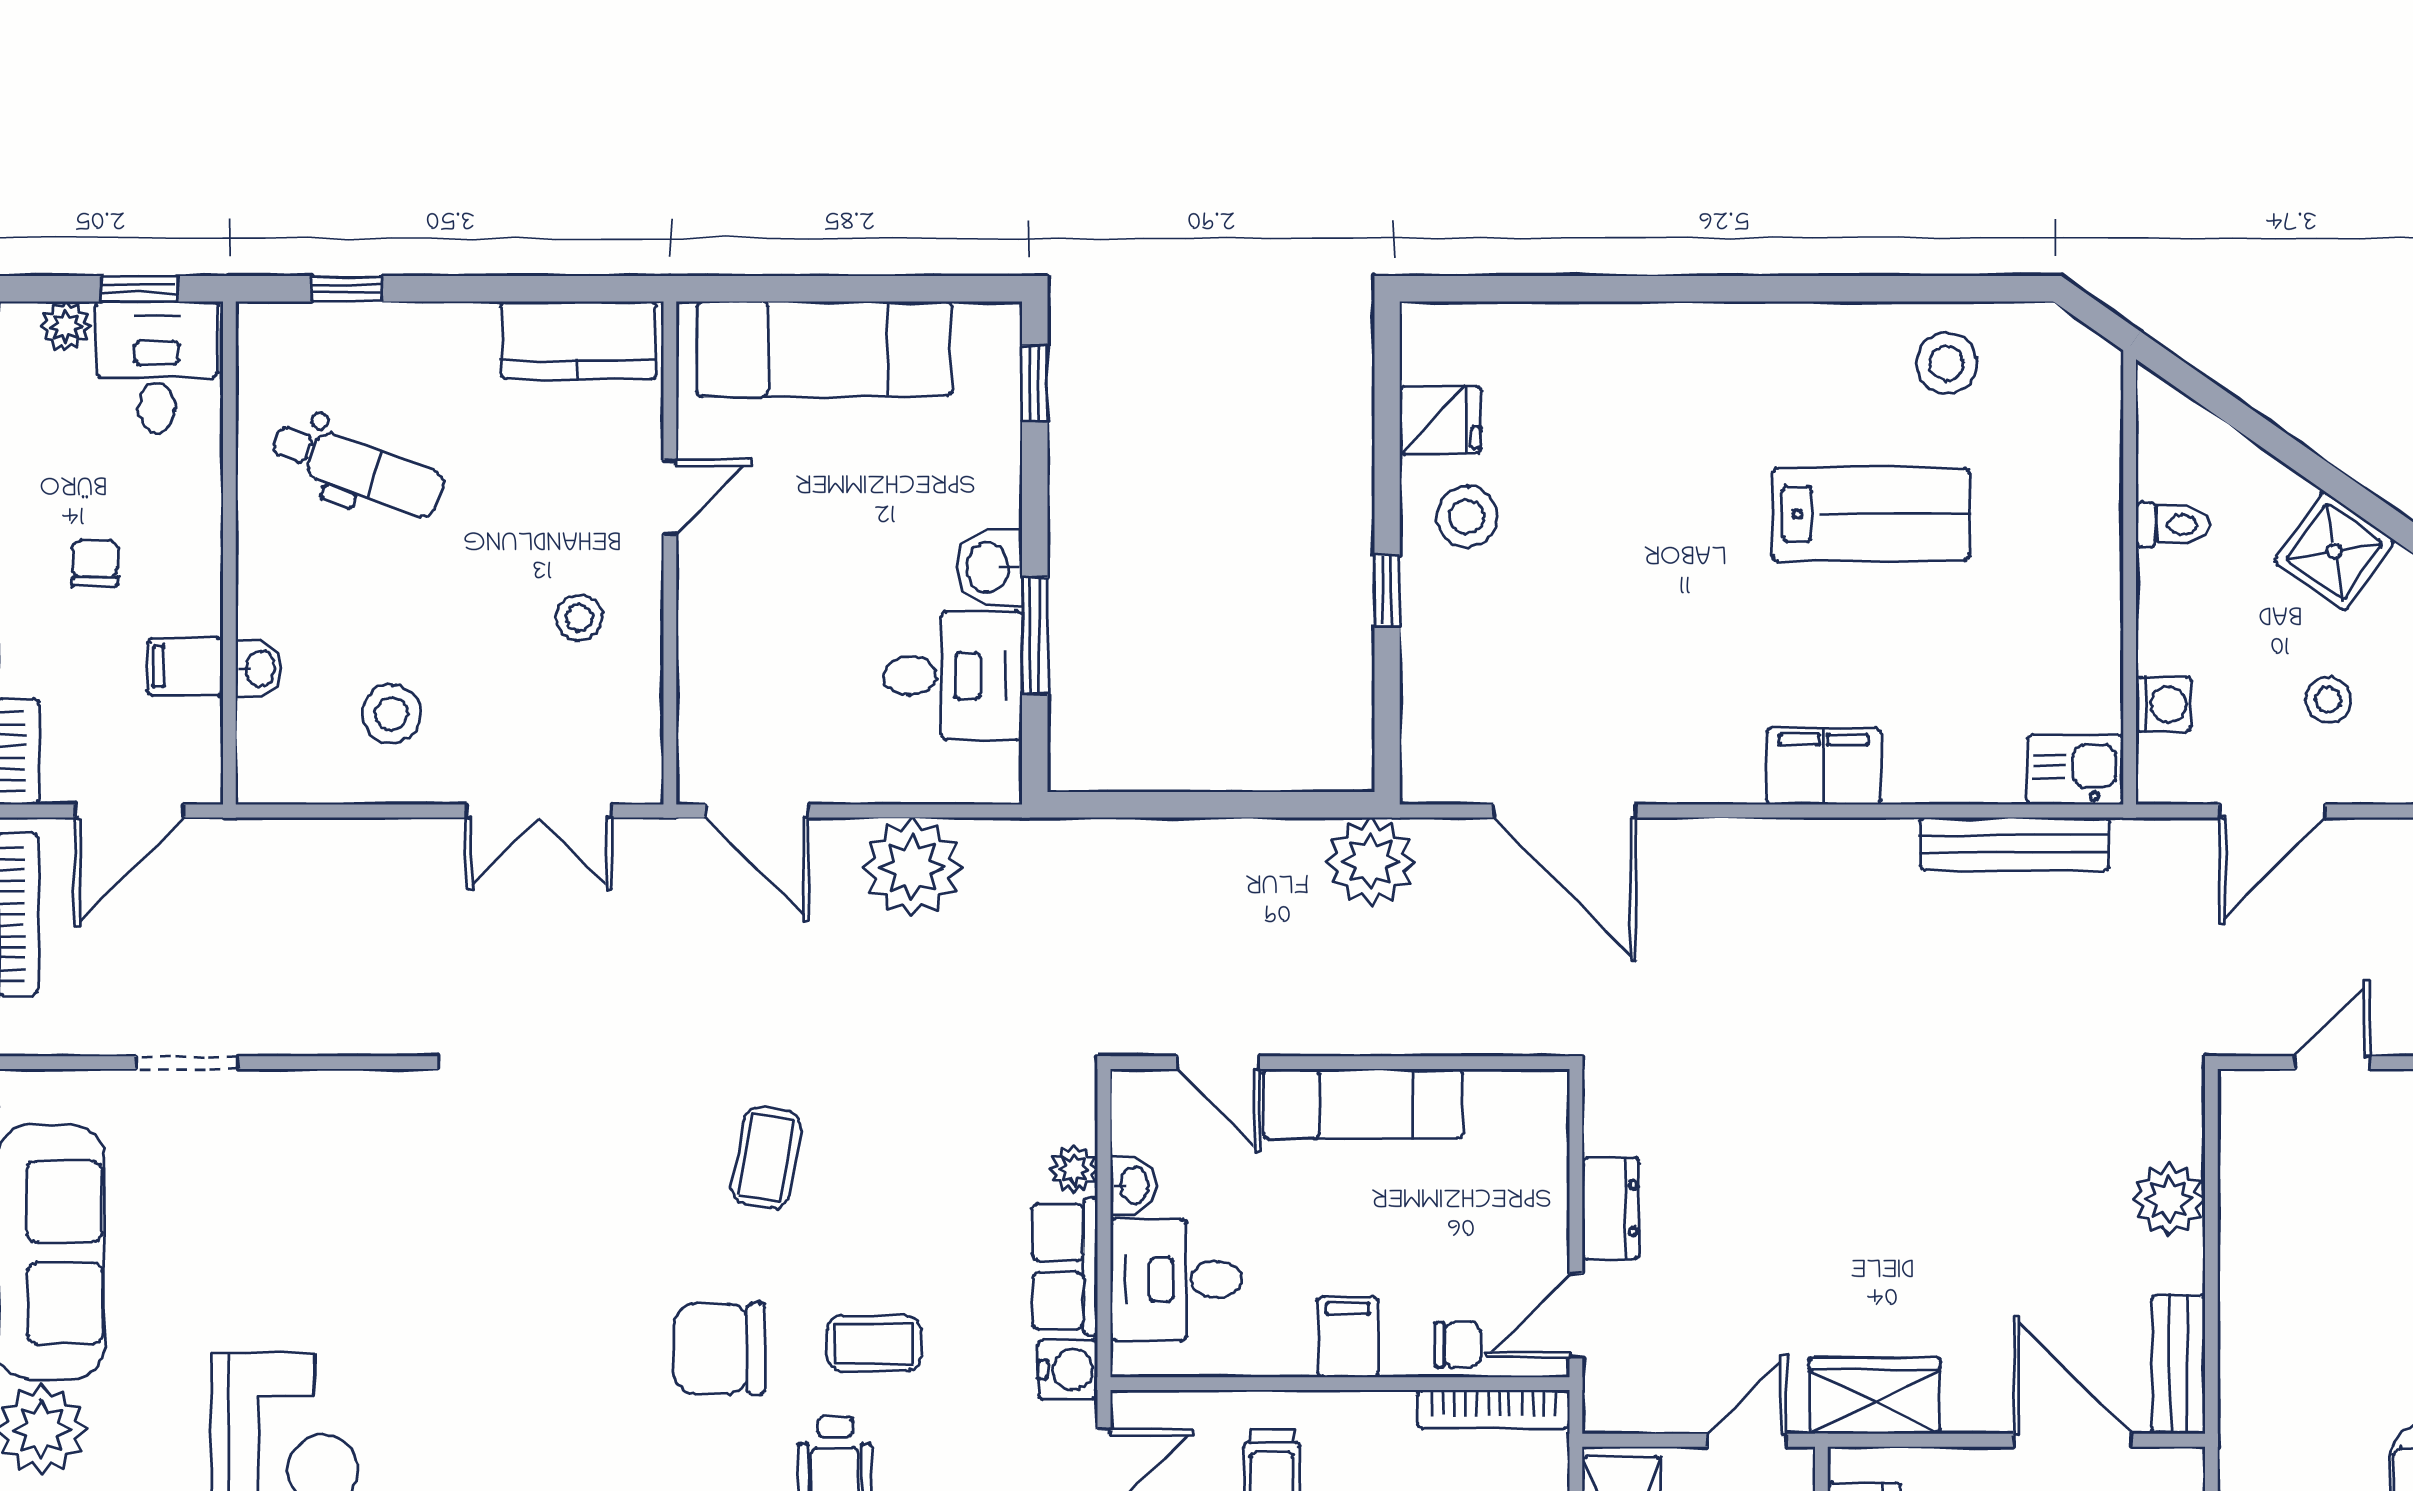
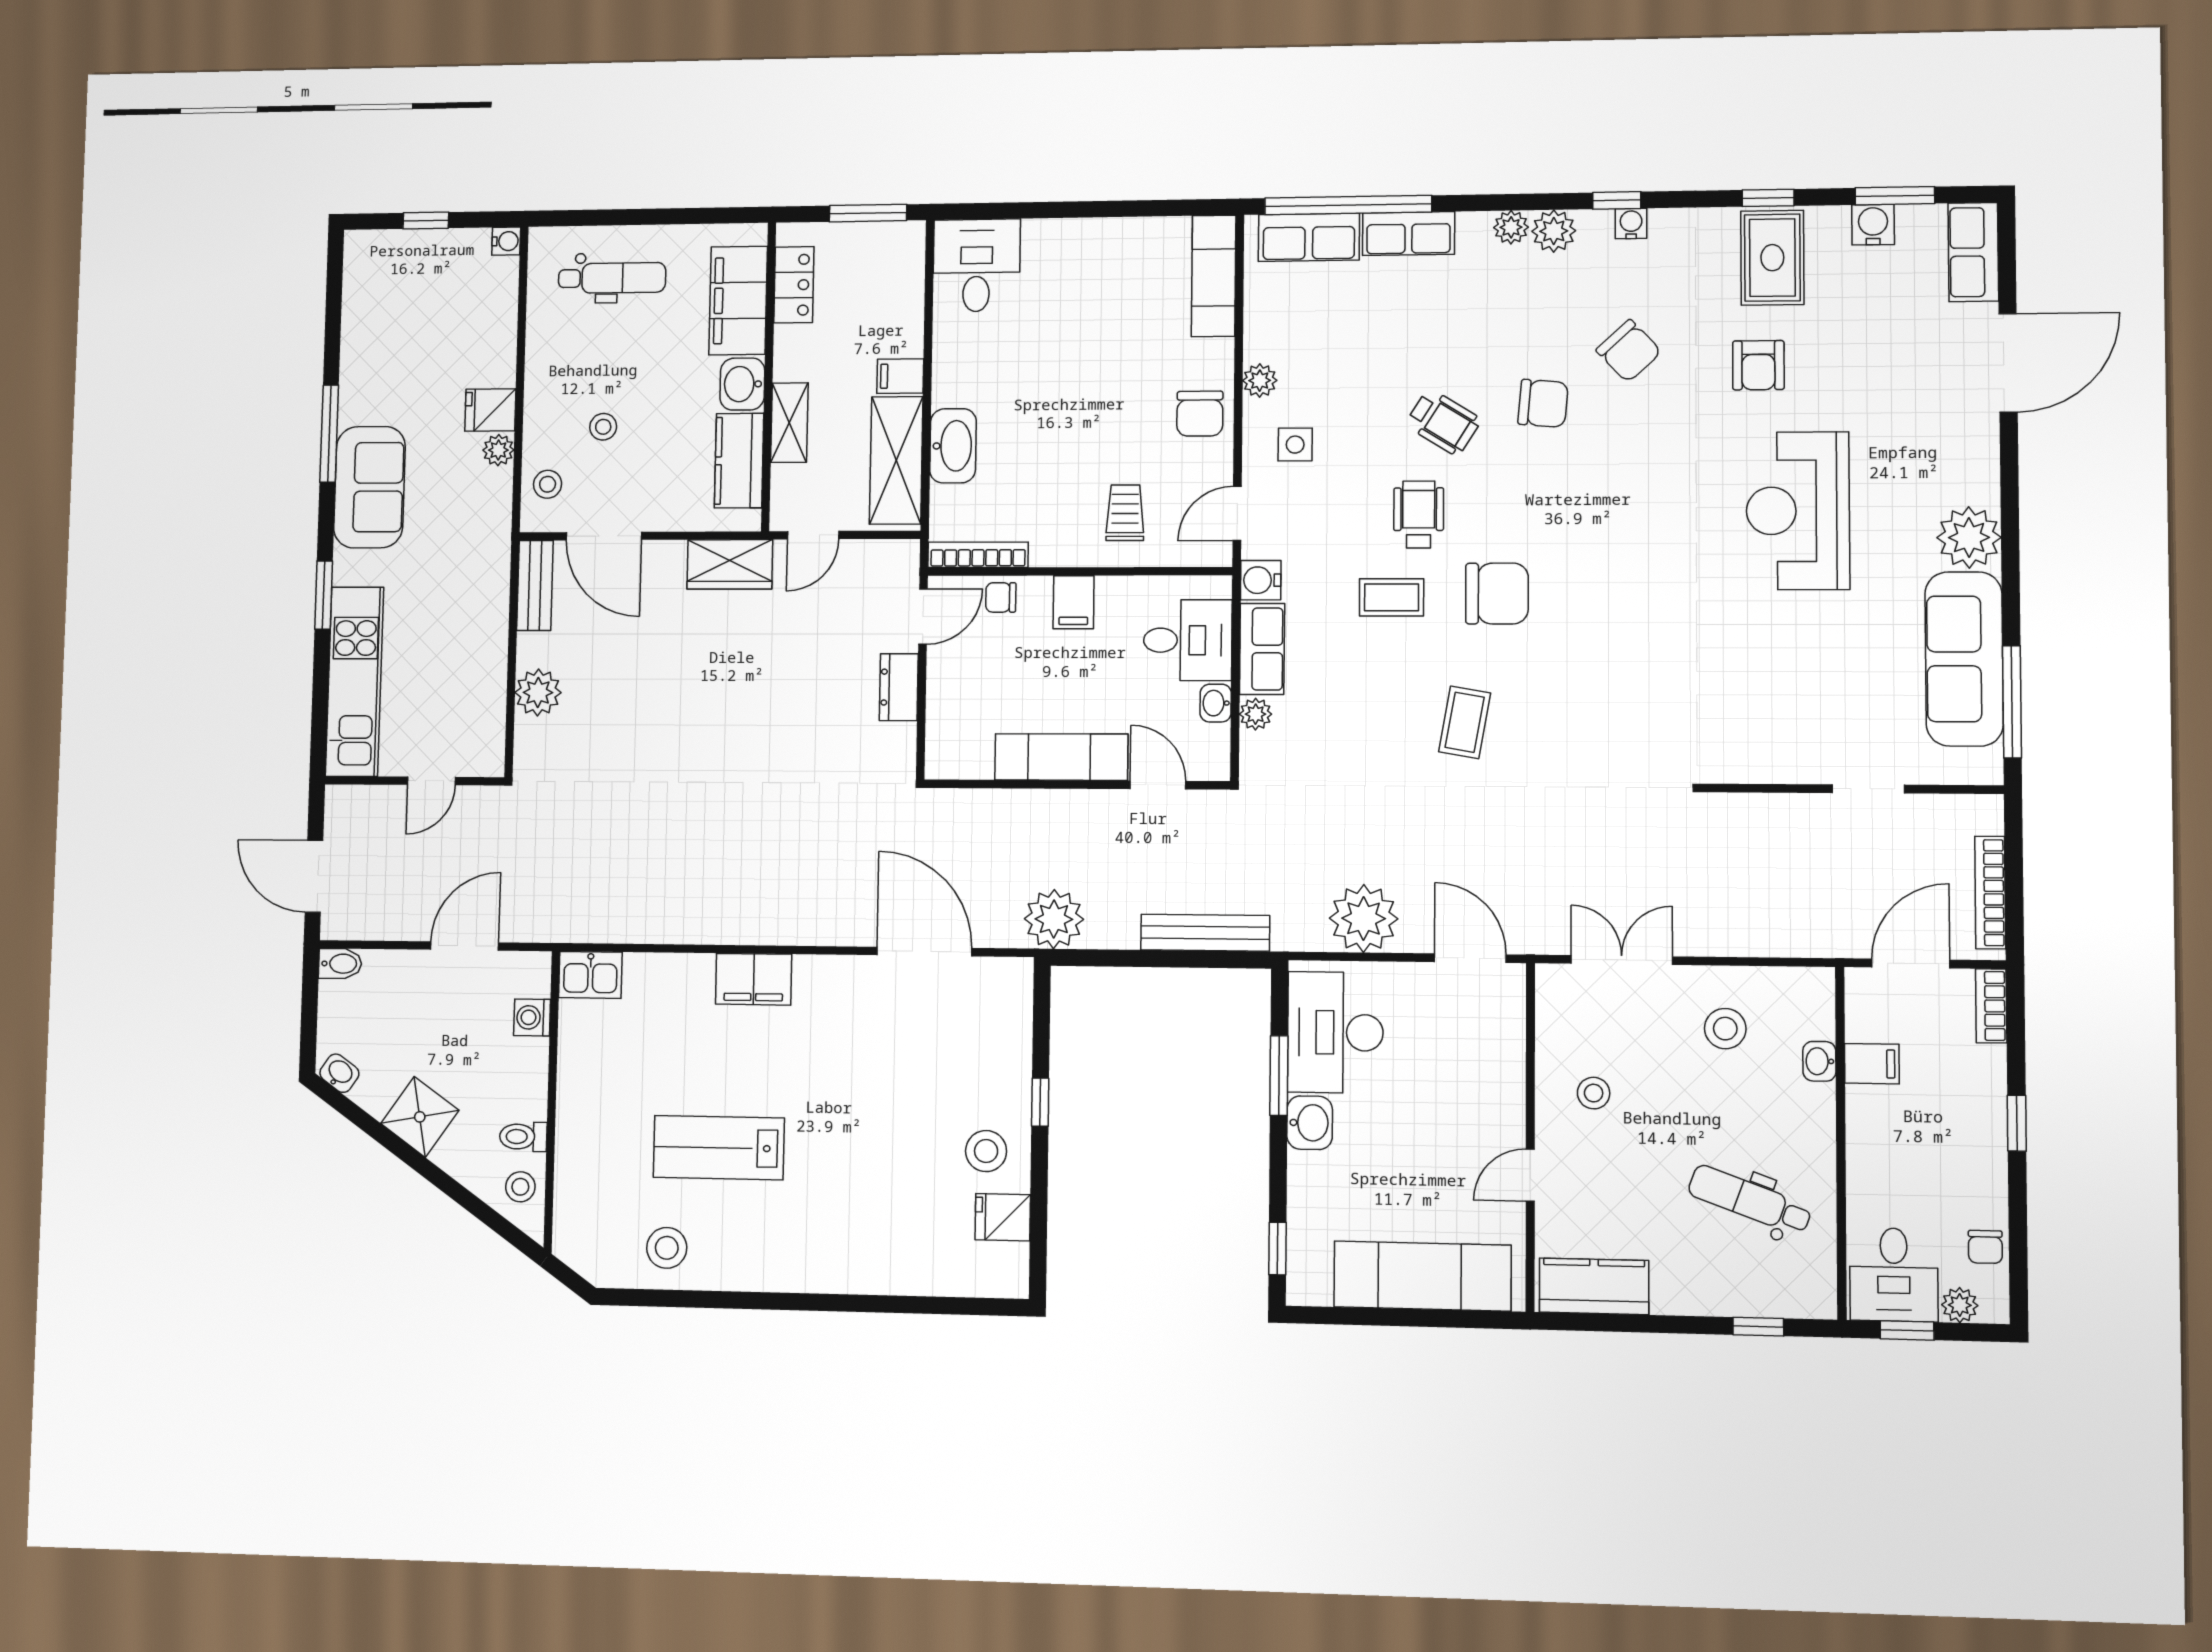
chair: (95, 563) -> (1985, 1247), moved
desk: (953, 676) -> (1335, 1032), width x1.37
stool: (2328, 700) -> (520, 1187), moved
bench: (2015, 844) -> (1205, 933), moved

